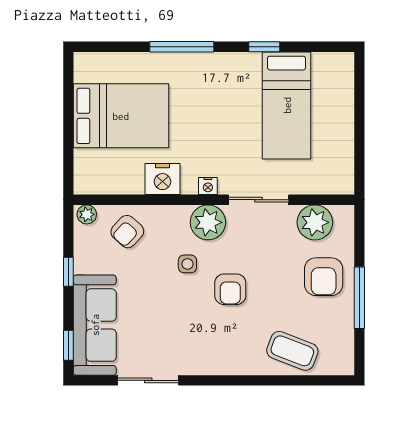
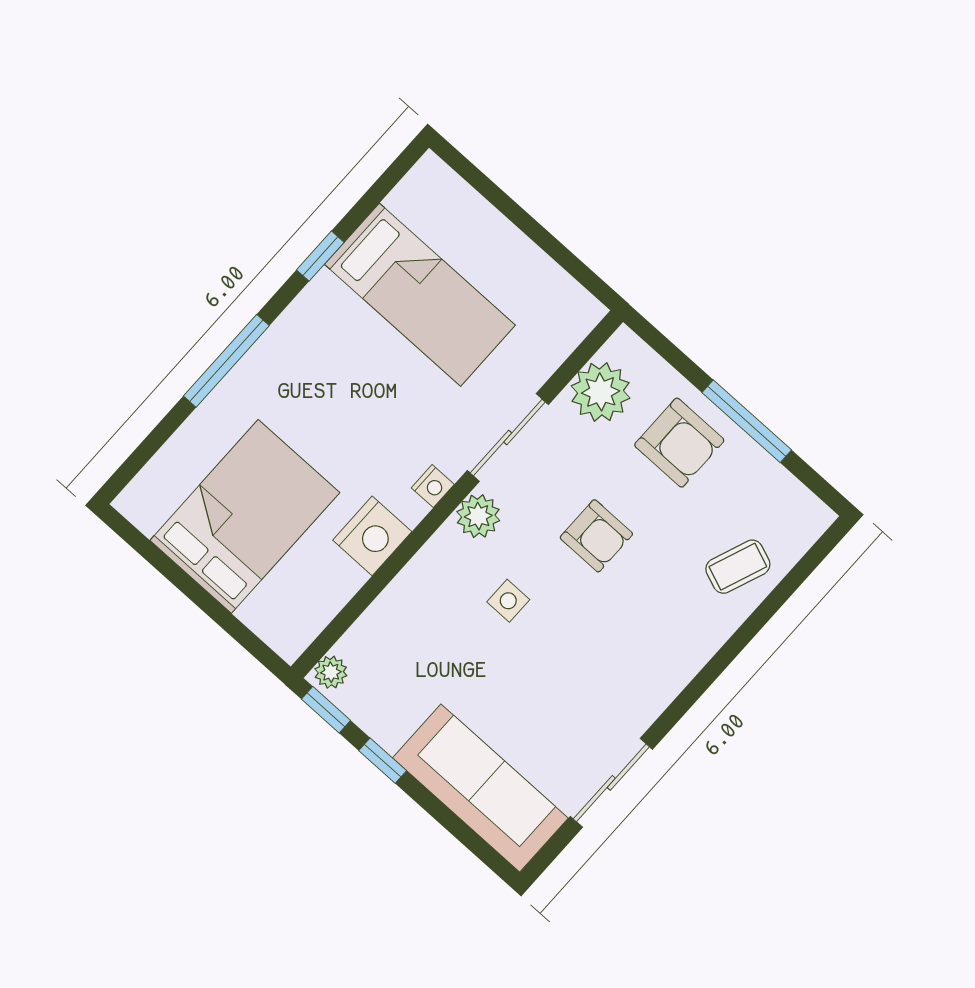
plant: (208, 222) -> (478, 516), width x0.73, depth x0.73
armchair: (127, 232) -> (399, 640), removed
armchair: (230, 289) -> (596, 536), moved
window: (68, 345) -> (326, 710), moved
coffee table: (292, 351) -> (738, 567), width x0.73, depth x0.77

